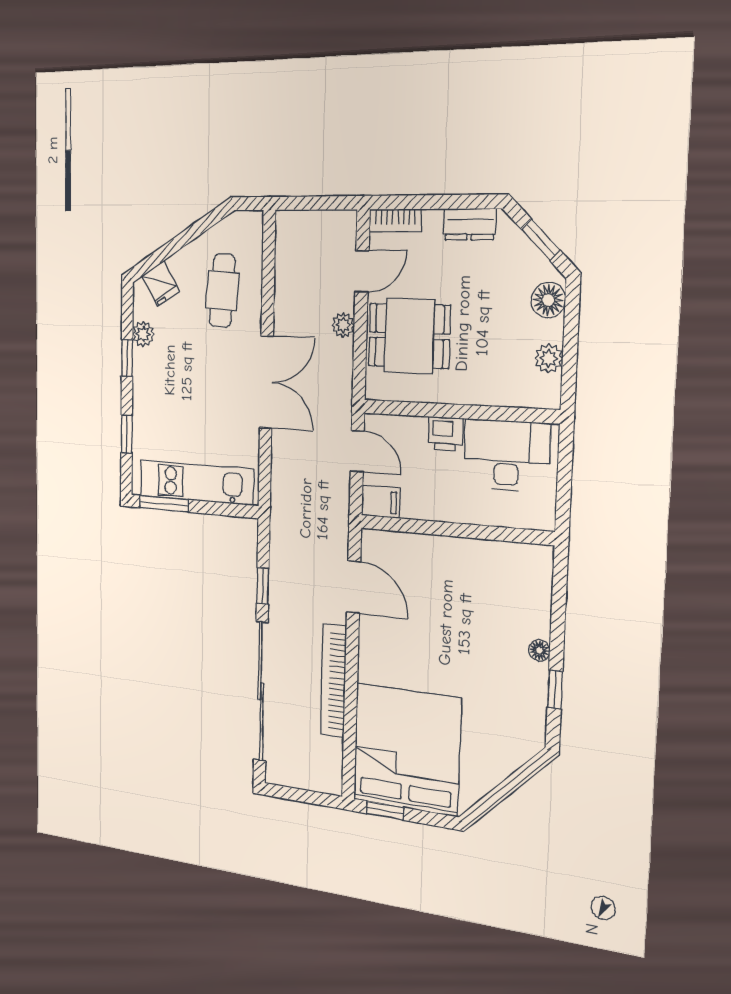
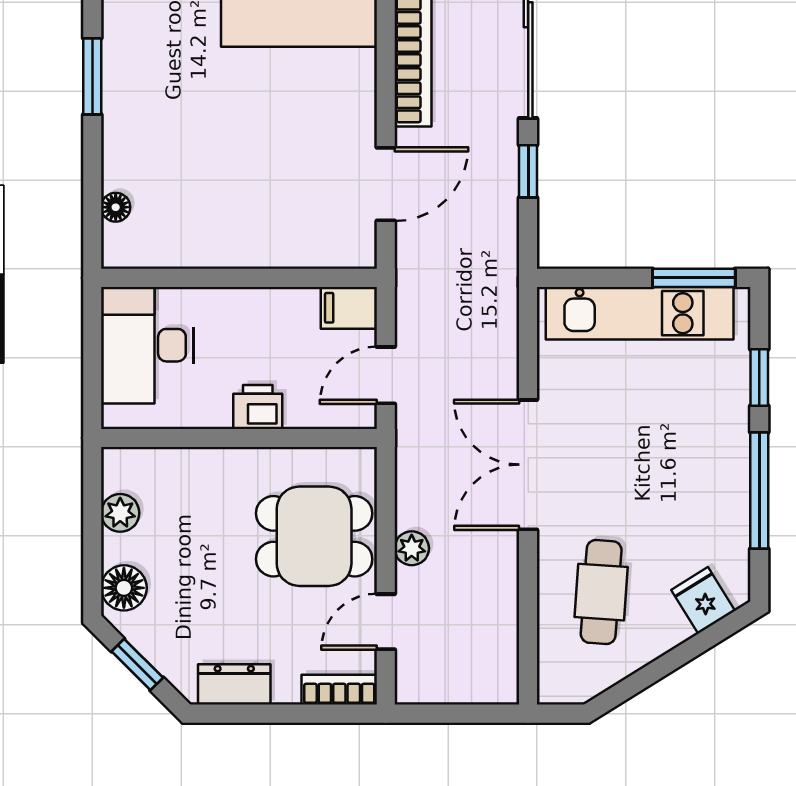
plant: (143, 334) -> (732, 527), removed
window: (127, 358) -> (759, 490), width x2.17
door: (357, 451) -> (386, 375), hinge flipped
desk: (507, 456) -> (147, 345), moved, turned 90
door: (354, 587) -> (386, 184), swing flipped
floor lamp: (539, 650) -> (116, 207), moved
window: (555, 689) -> (92, 76), width x1.50

